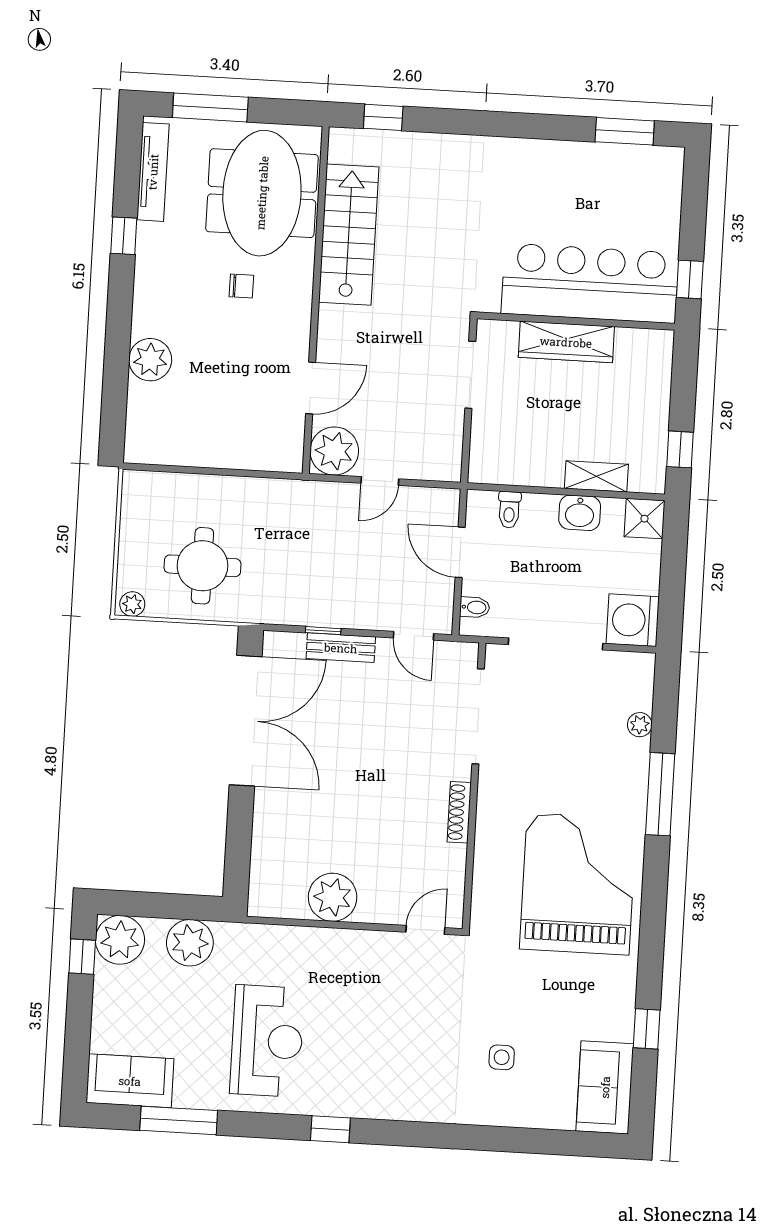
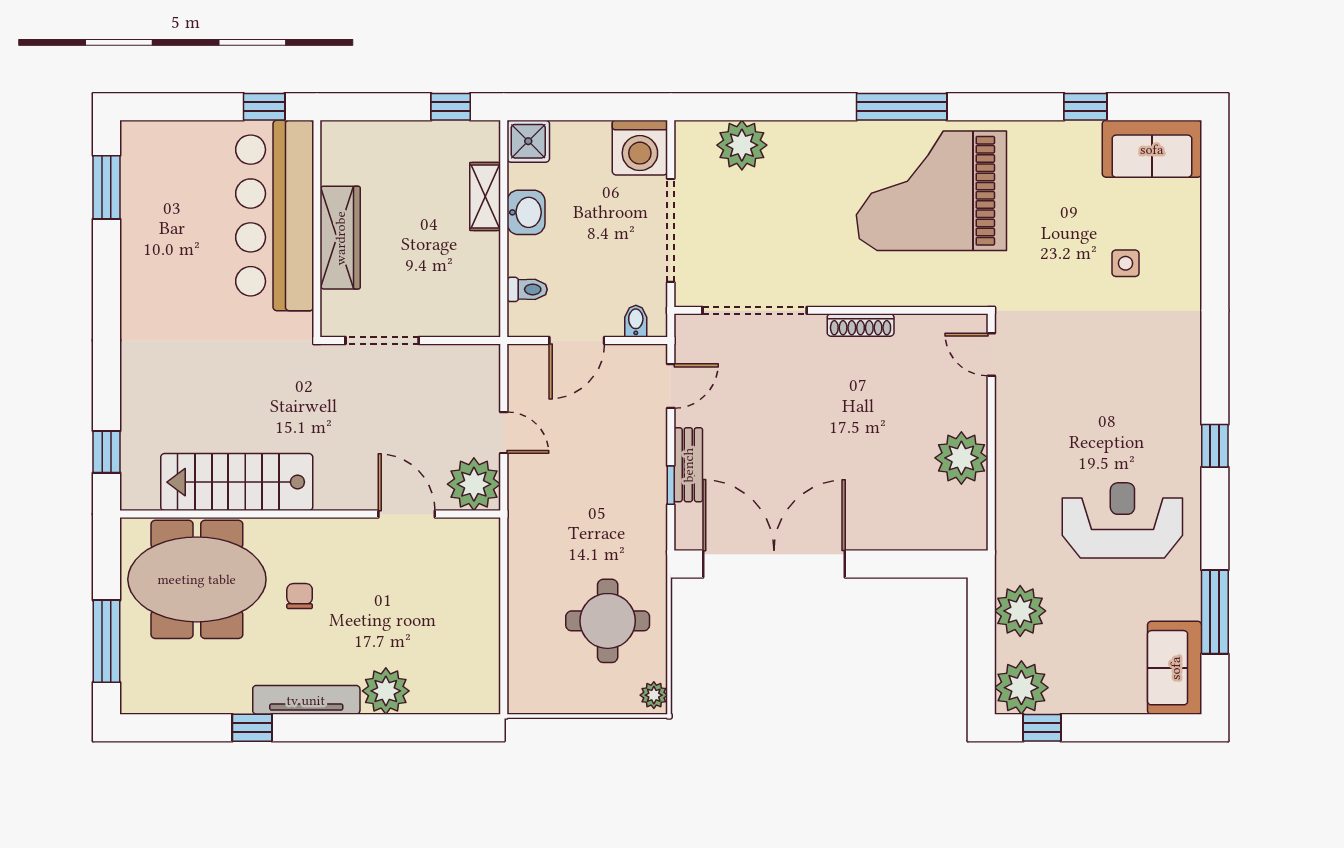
tv unit: (153, 172) -> (306, 700), moved
plant: (640, 725) -> (742, 145), width x1.88, depth x1.88
window: (660, 794) -> (902, 107), moved

